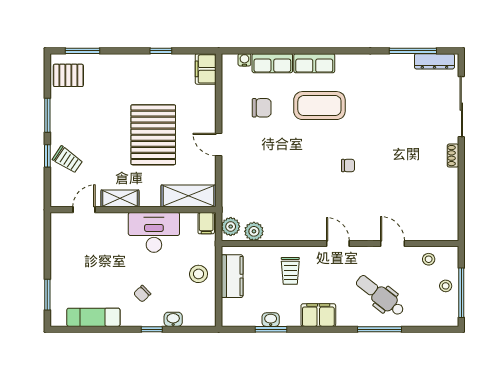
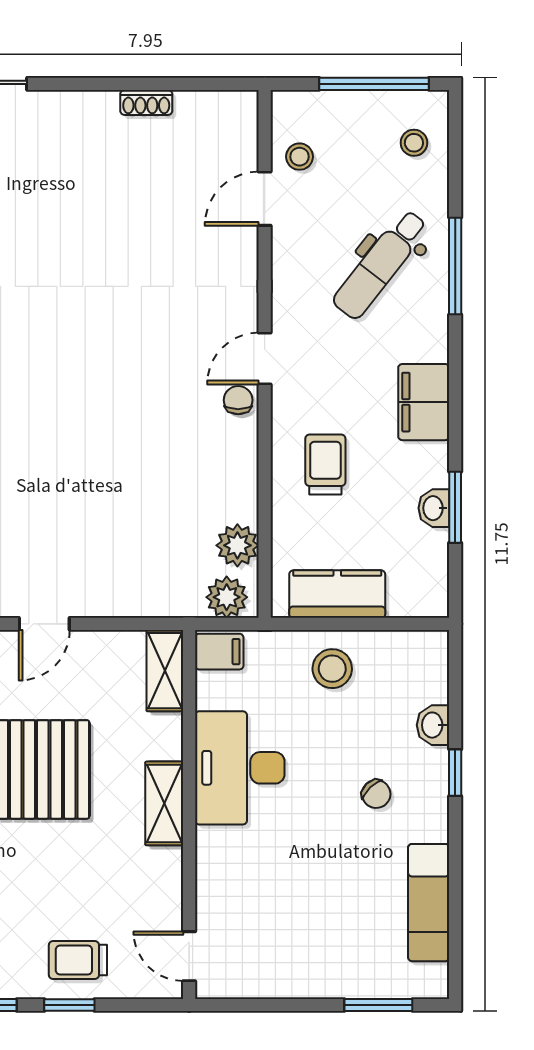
shoe rack: (453, 156) -> (146, 102), moved
trolley: (68, 160) -> (78, 960), turned -124
chair: (348, 166) -> (238, 400), moved
shelving: (188, 196) -> (165, 671), width x0.67, depth x0.75
shelving: (120, 198) -> (164, 803), moved
door: (84, 210) -> (189, 956), moved
door: (392, 244) -> (265, 199), moved
trolley: (290, 271) -> (325, 464), turned -90
stool: (446, 286) -> (414, 143), moved

